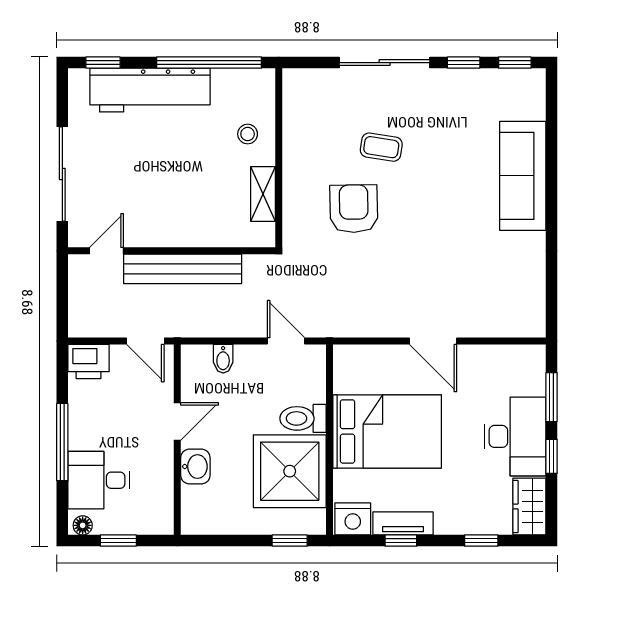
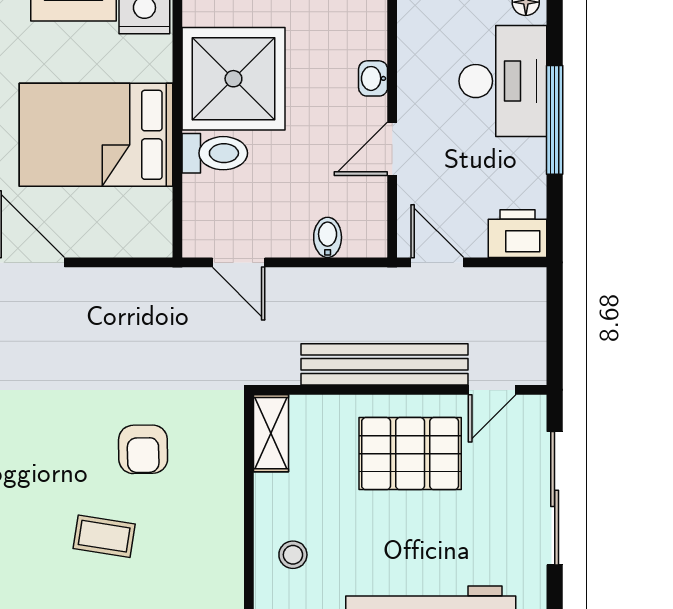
shelving: (263, 194) -> (271, 433), moved
pallet: (165, 206) -> (410, 454), added
armchair: (354, 209) -> (143, 449), width x0.72, depth x0.72
washbasin: (195, 467) -> (373, 78), width x0.72, depth x0.69
desk: (99, 480) -> (503, 81), width x1.37

